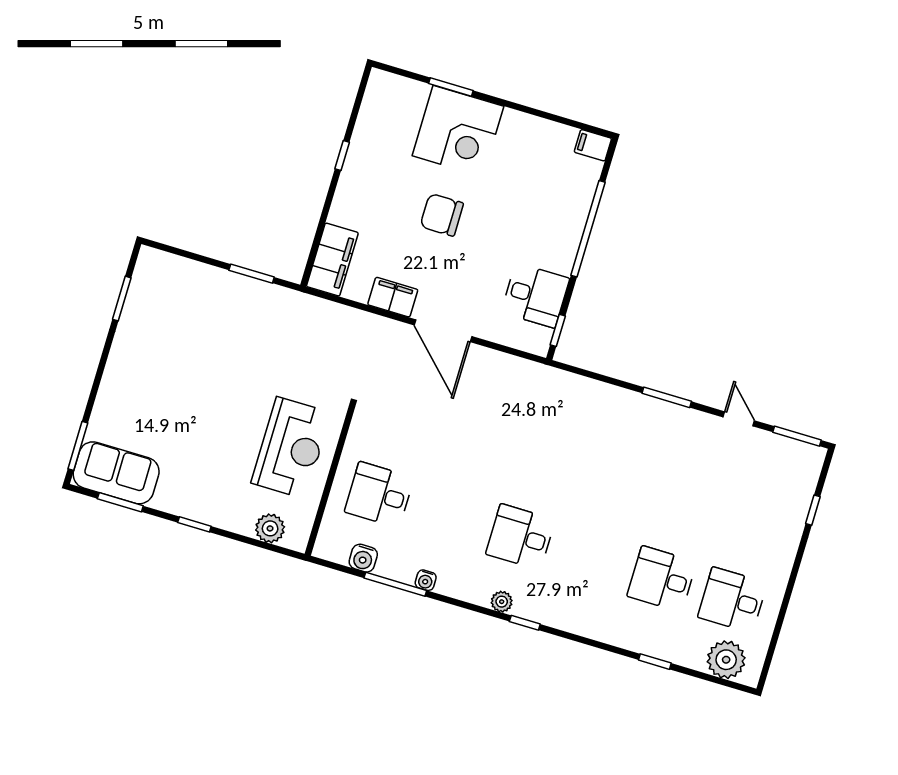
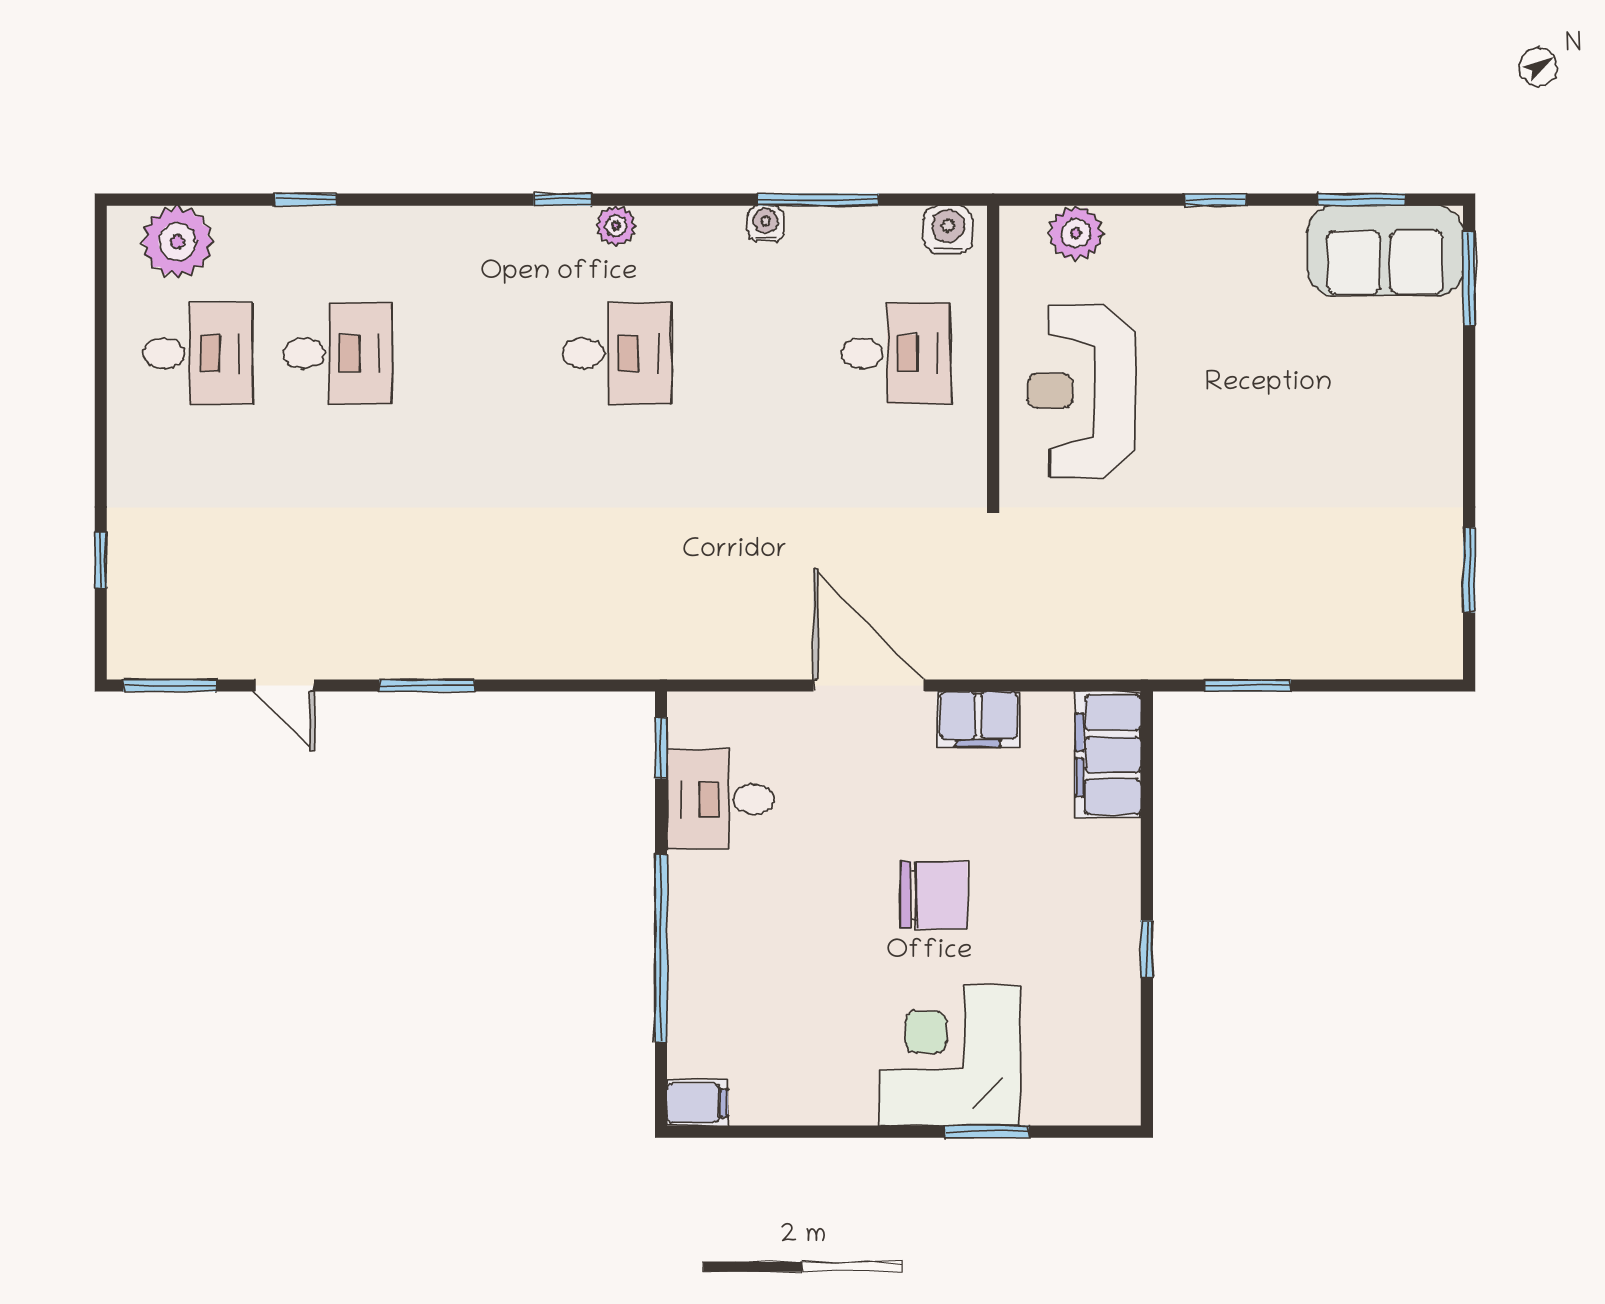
water cooler: (363, 558) -> (948, 230), moved

